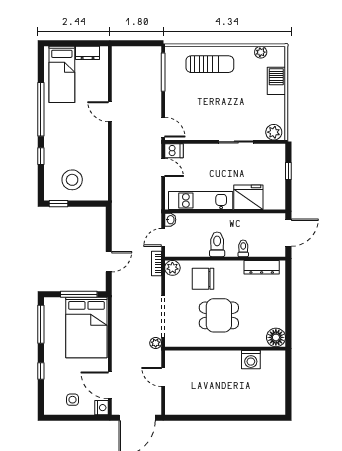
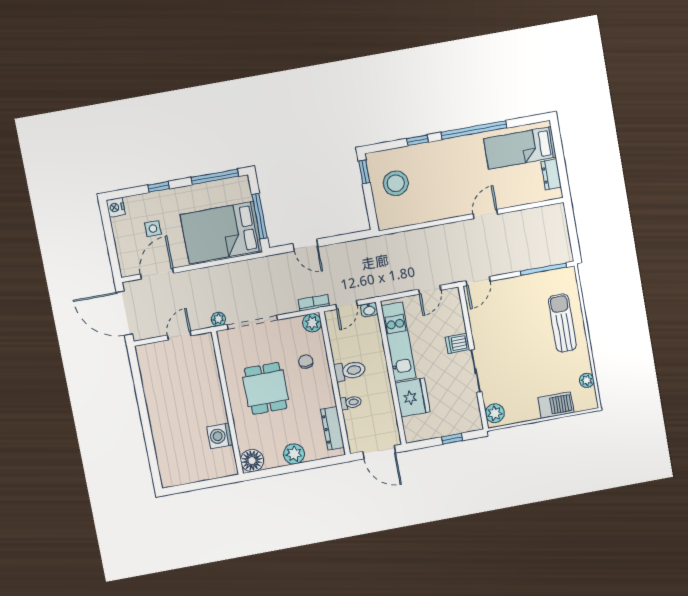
sun lounger: (210, 64) -> (562, 323), turned 180
dishwasher: (174, 151) -> (457, 343), moved, turned 90
door: (163, 237) -> (346, 305), swing flipped
chair: (203, 279) -> (306, 362), width x0.54, depth x0.54
plant: (277, 302) -> (294, 454), added
side table: (73, 400) -> (153, 229), moved
nightstand: (102, 408) -> (116, 207), moved, turned 90

